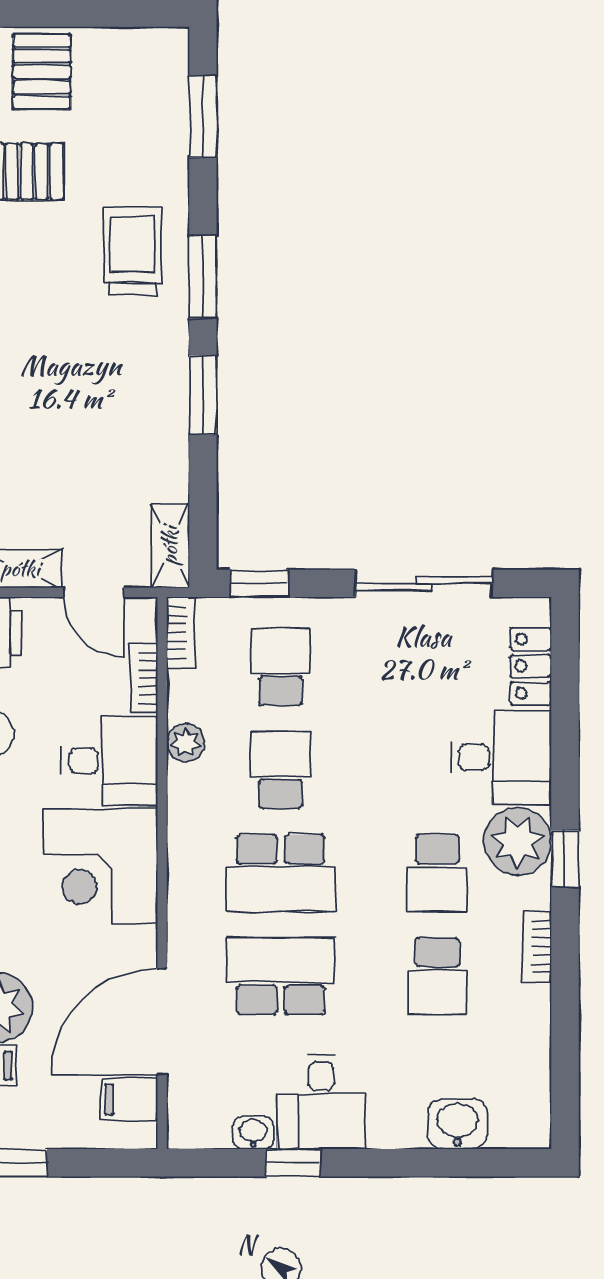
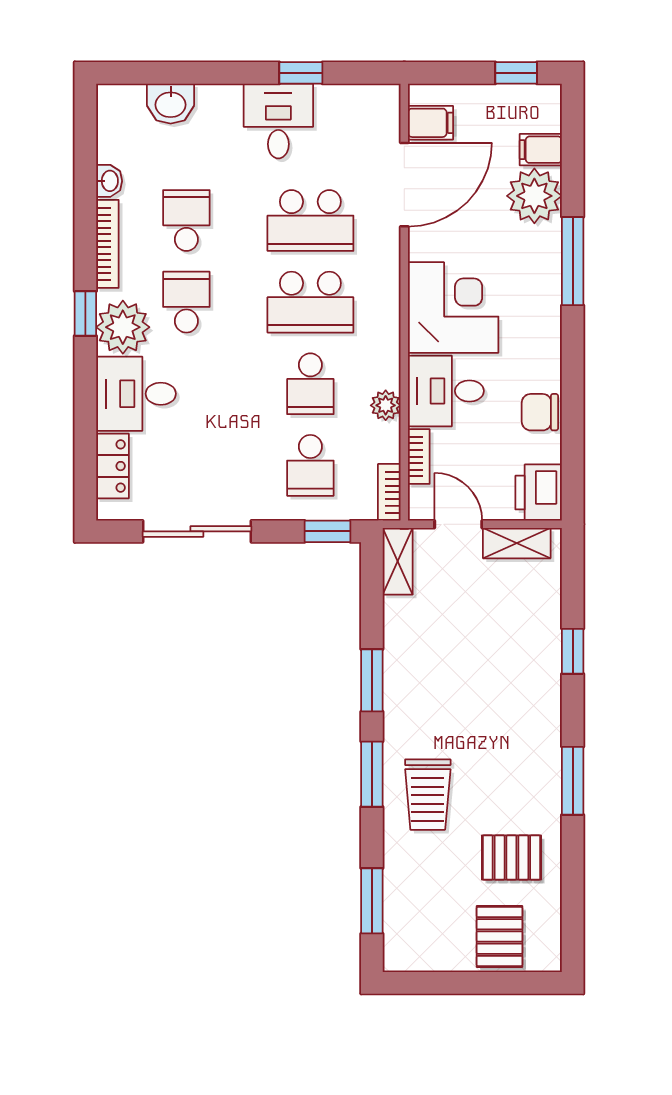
school desk: (281, 873) -> (310, 302), turned 180
bookcase: (537, 947) -> (107, 244), width x1.56
washbasin: (253, 1133) -> (109, 181), moved, turned -90

